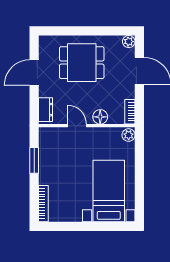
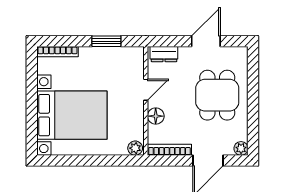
door: (34, 73) -> (206, 41), hinge flipped
bookcase: (130, 112) -> (169, 150), width x1.56
bed with nightstands: (109, 191) -> (72, 115), width x1.36

